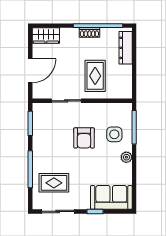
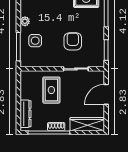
wardrobe: (46, 36) -> (87, 124), width x1.50
armchair: (84, 138) -> (73, 41), moved

